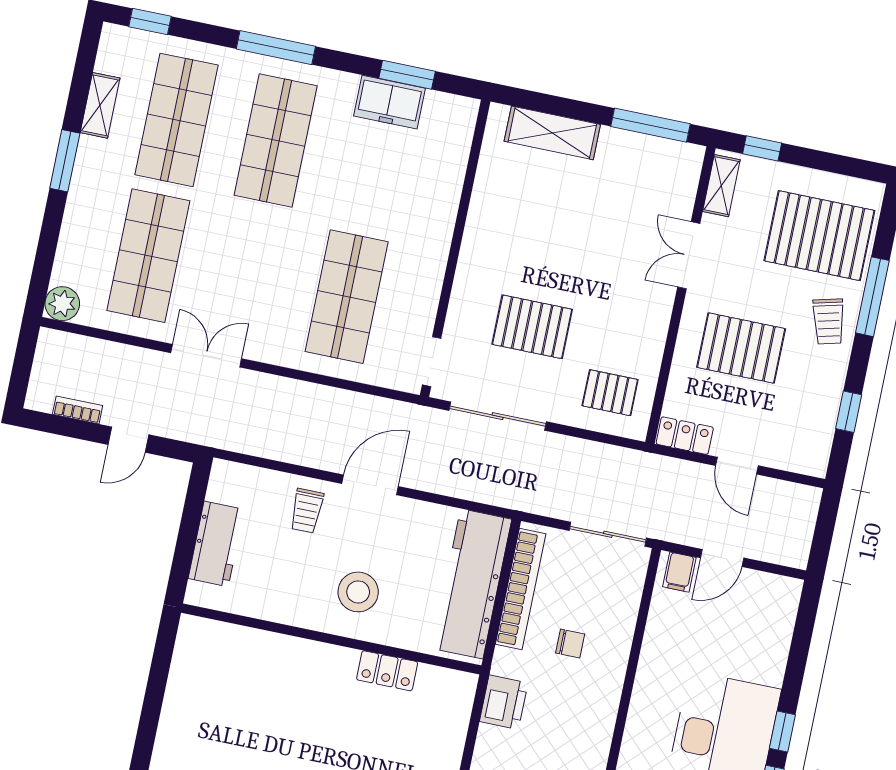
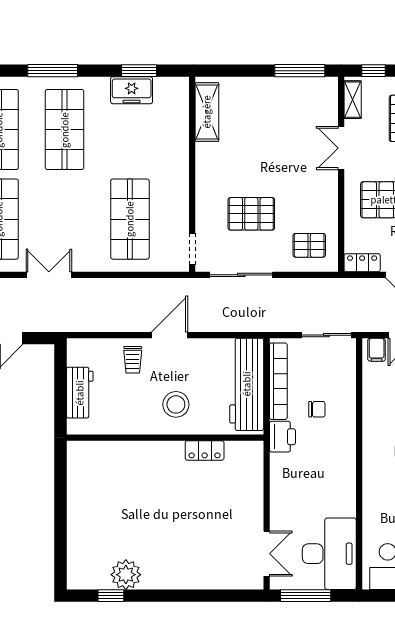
shelving: (552, 133) -> (207, 112), moved, turned 90
printer: (504, 702) -> (282, 437), moved

